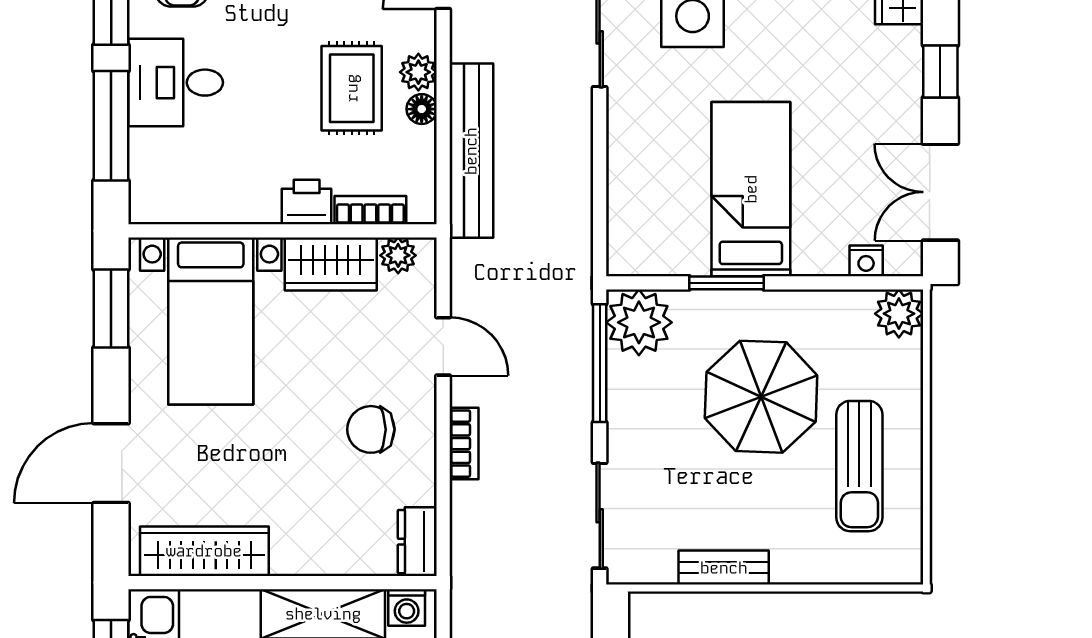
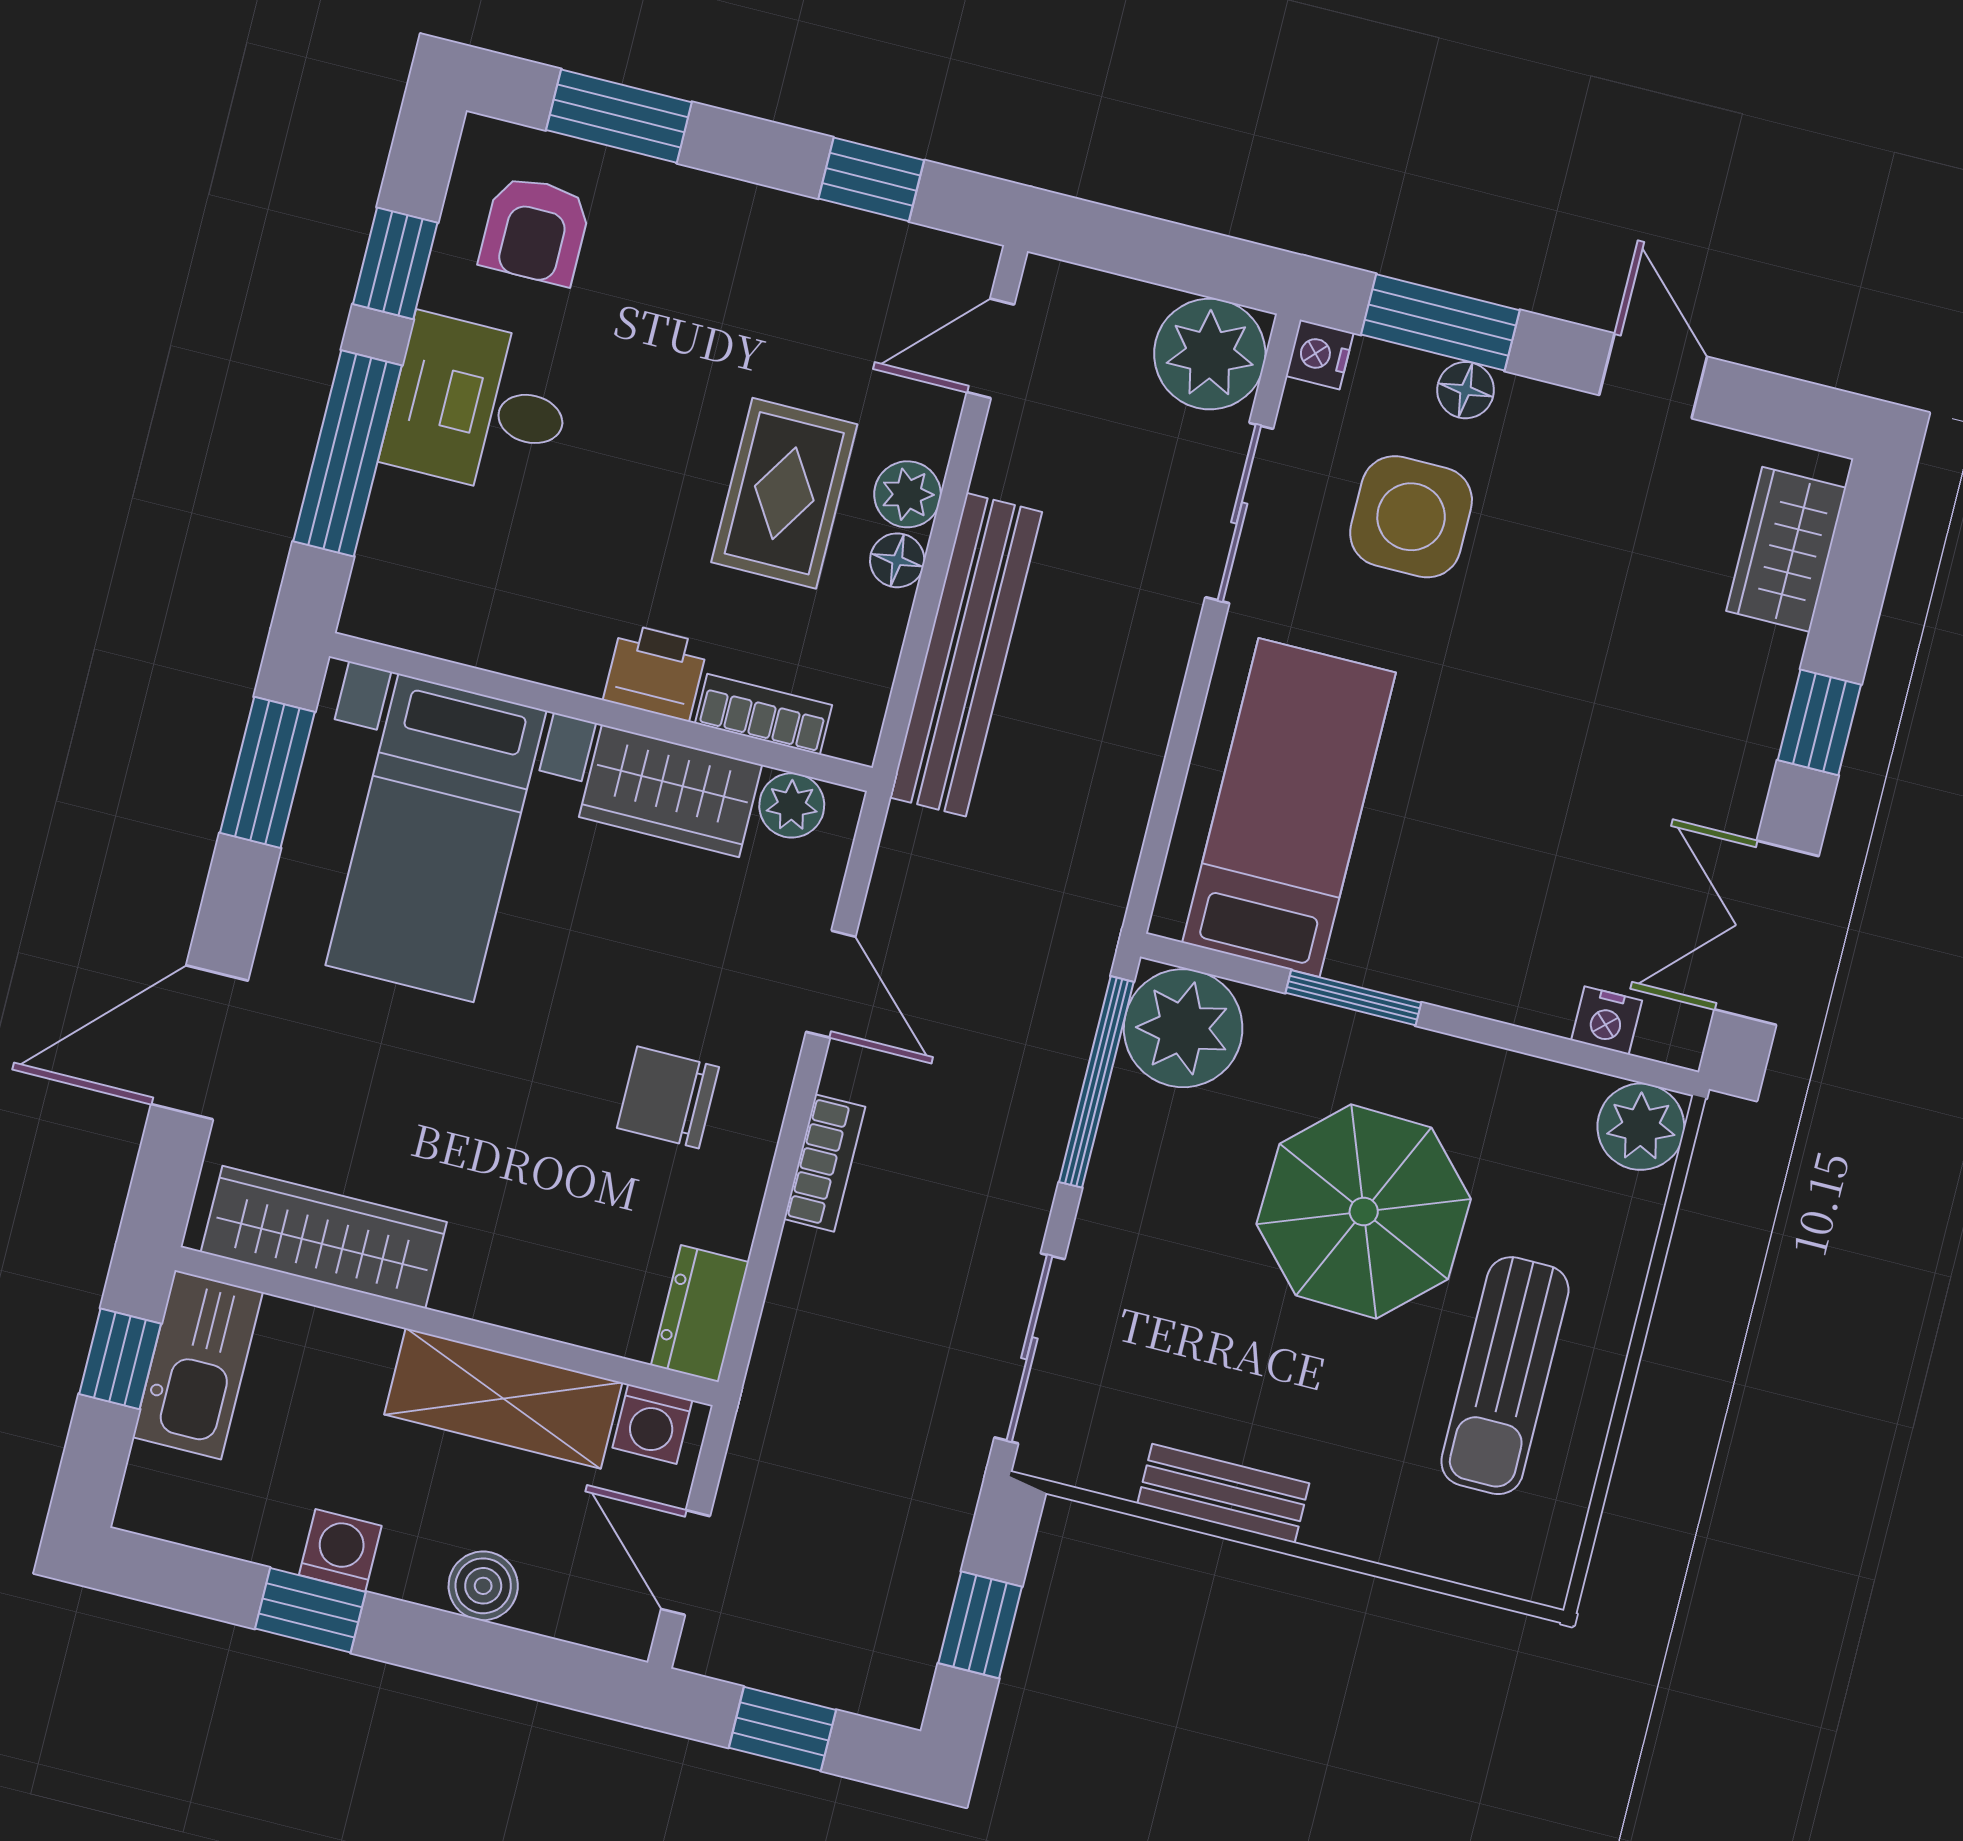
bed: (751, 189) -> (1289, 808), moved

